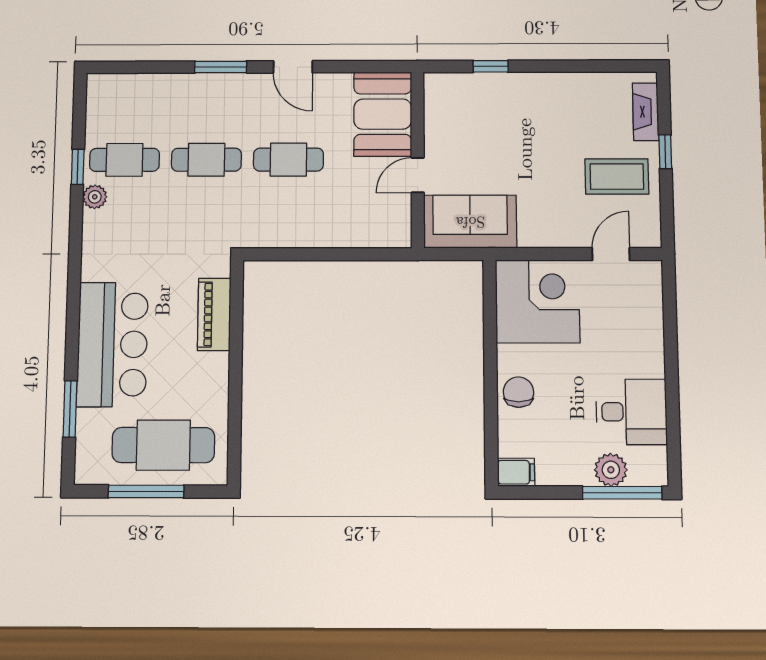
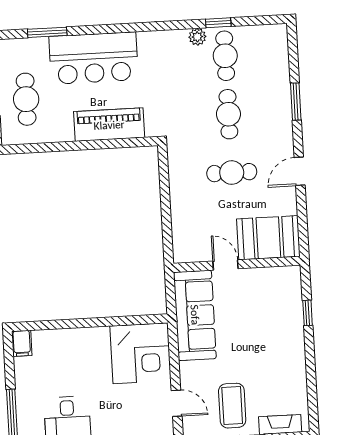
window: (221, 67) -> (296, 102), moved
cafe table: (288, 160) -> (232, 173), turned 90
sofa: (470, 222) -> (195, 315), width x1.36
piano: (214, 314) -> (109, 125), width x1.37, depth x1.33
chair: (518, 392) -> (77, 343), removed
cafe table: (163, 445) -> (26, 99), width x0.73, depth x0.74
plant: (611, 470) -> (27, 408), removed

